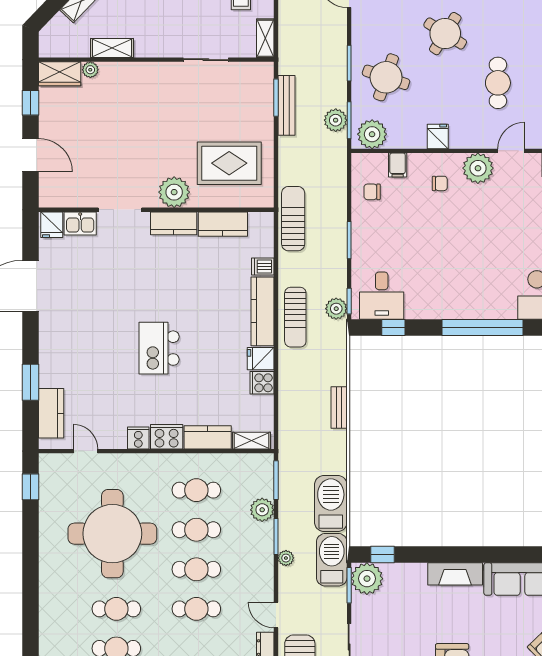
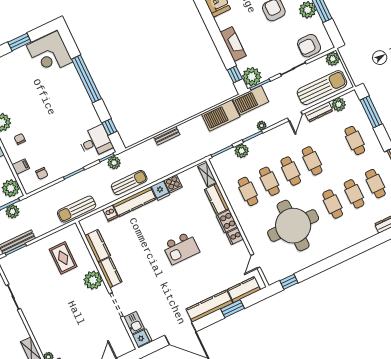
rug: (229, 163) -> (63, 258), width x0.73, depth x0.70
kitchen counter: (51, 349) -> (209, 306), added
fireplace: (455, 574) -> (233, 44), moved

